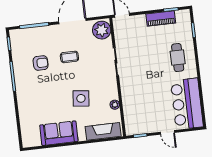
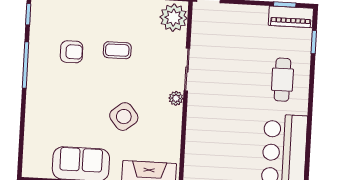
piano: (161, 19) -> (291, 17), moved
side table: (81, 98) -> (124, 117), turned 45
plant: (115, 105) -> (176, 98), moved

